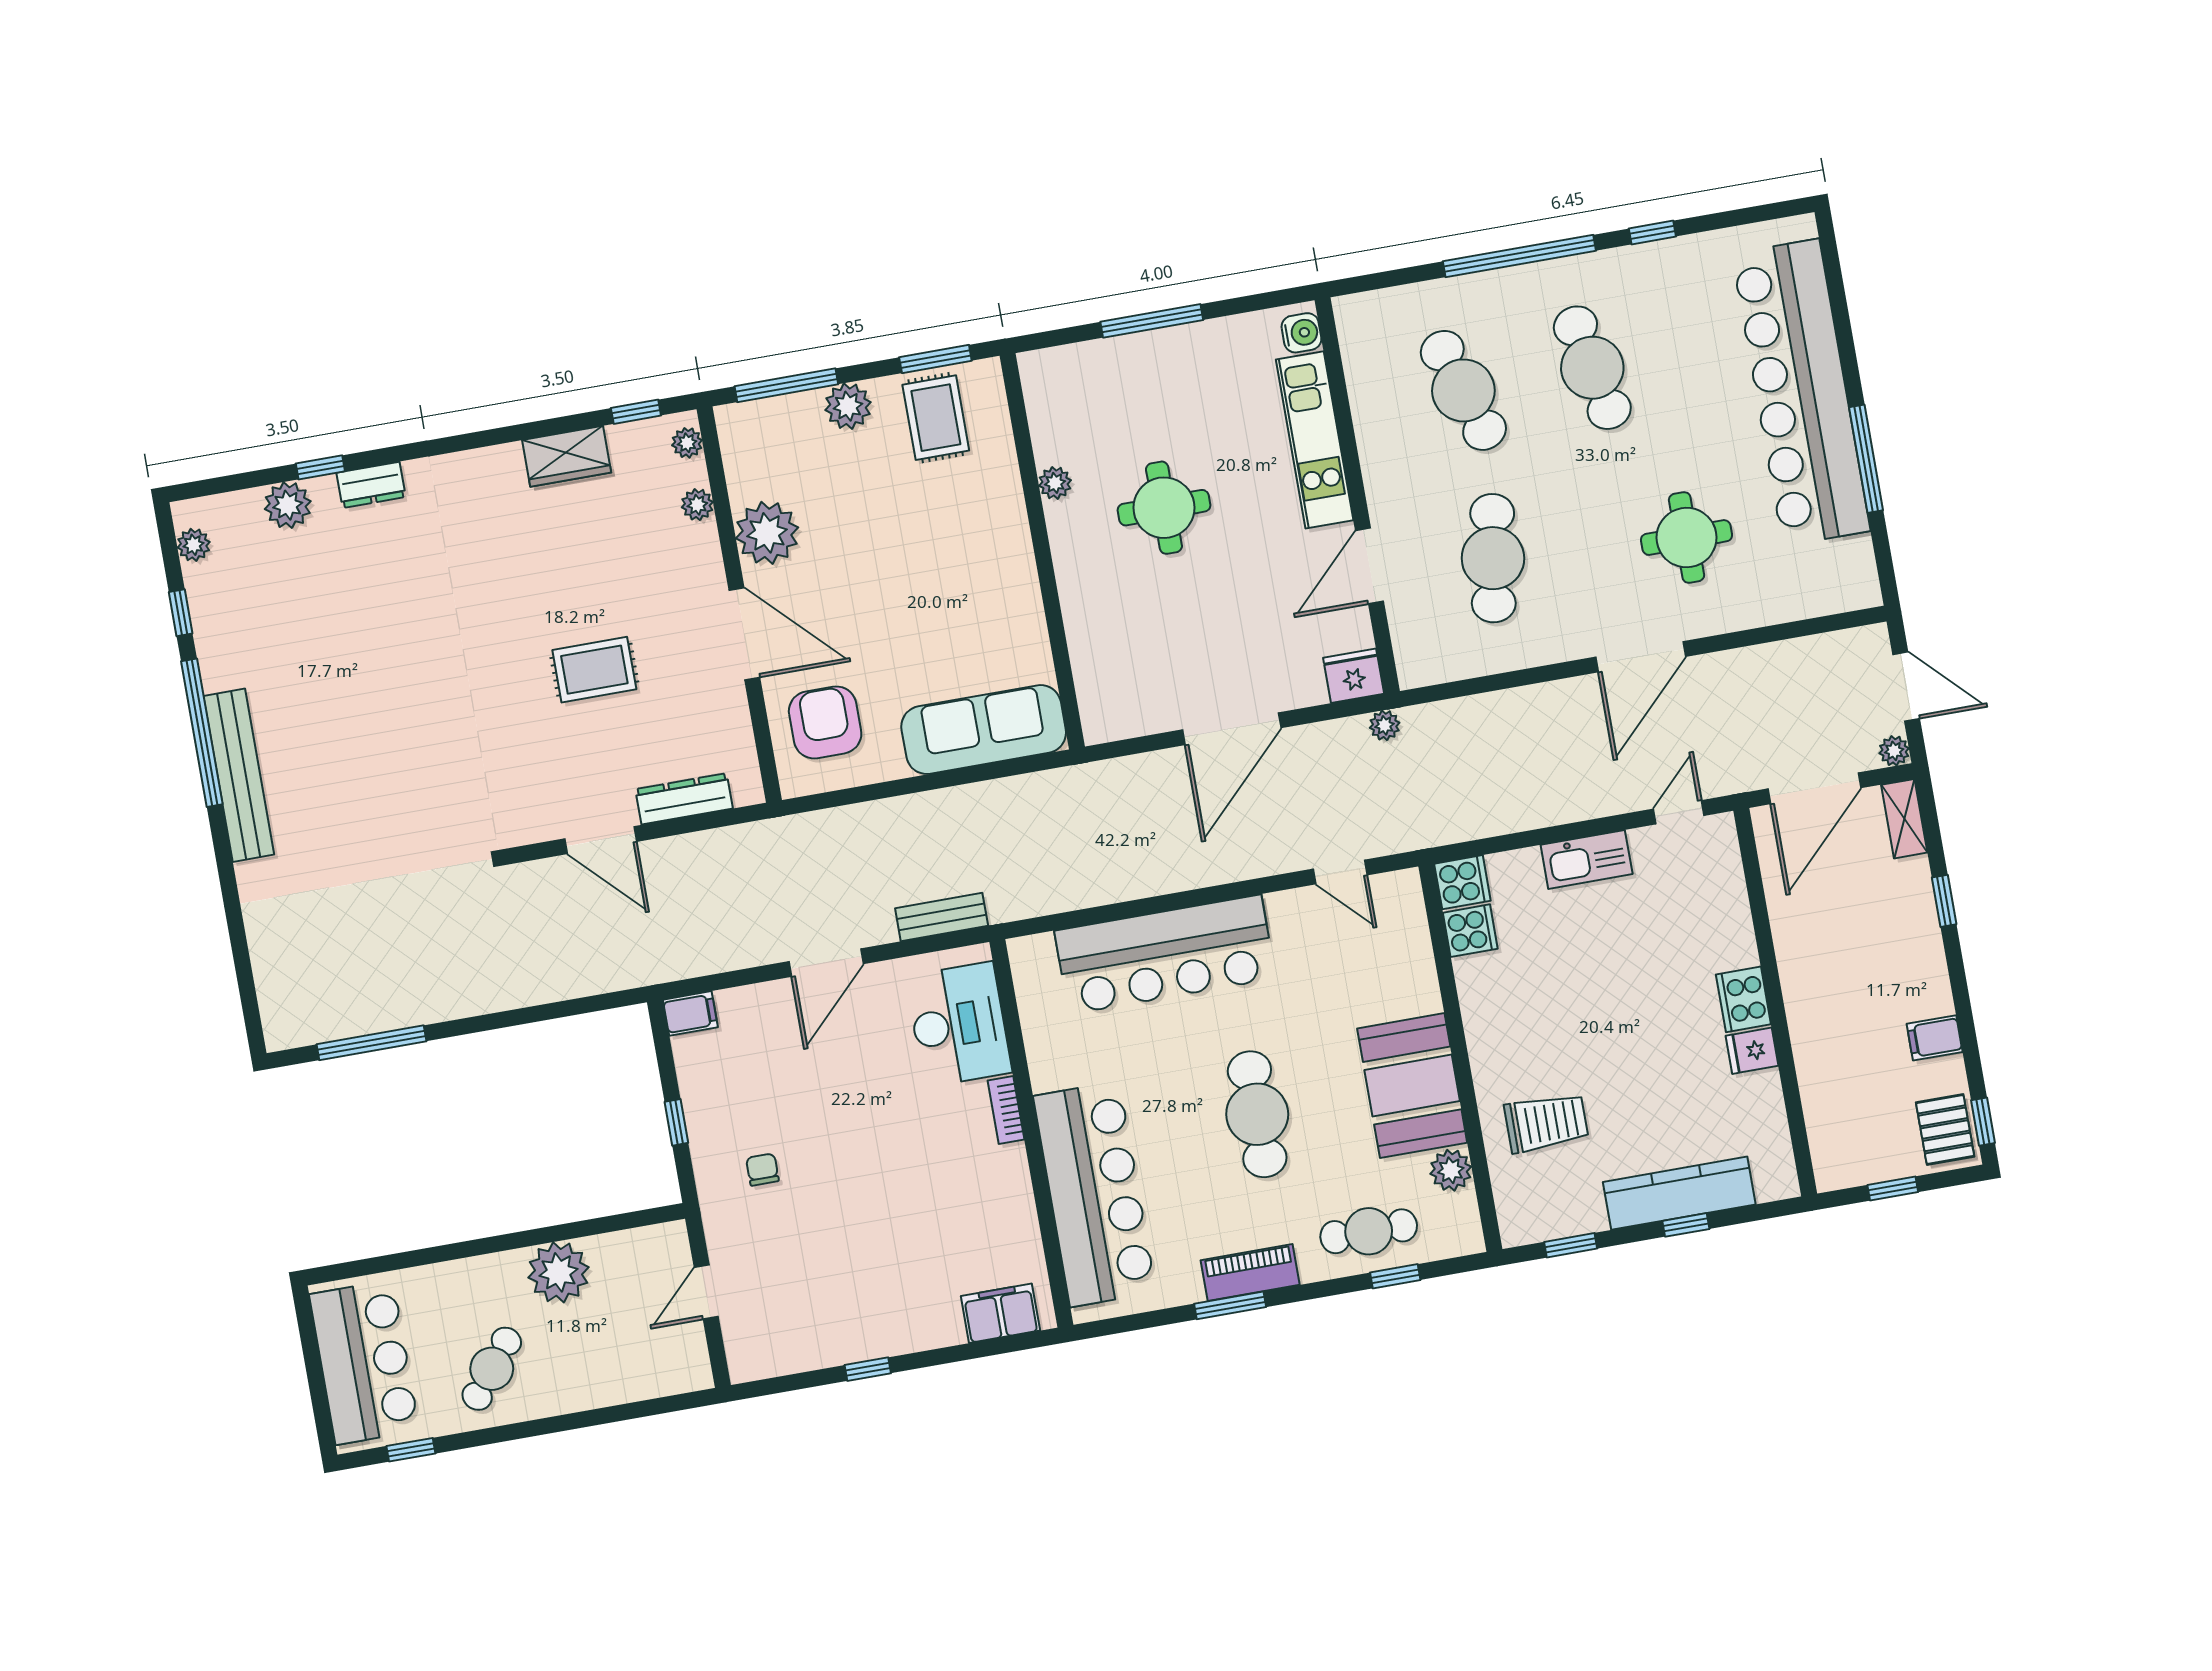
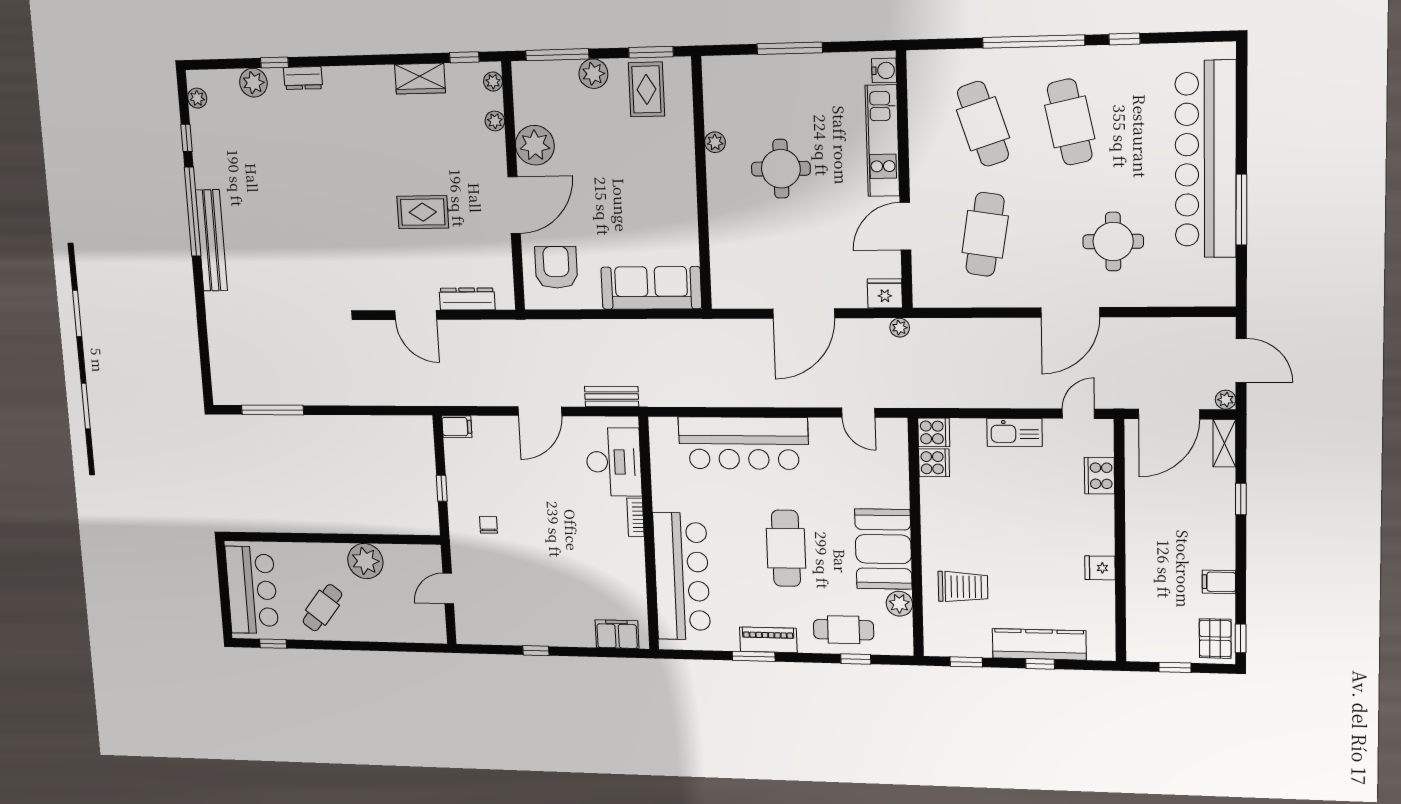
door: (744, 634) -> (514, 205), hinge flipped
cooker: (1743, 999) -> (1099, 476), moved

